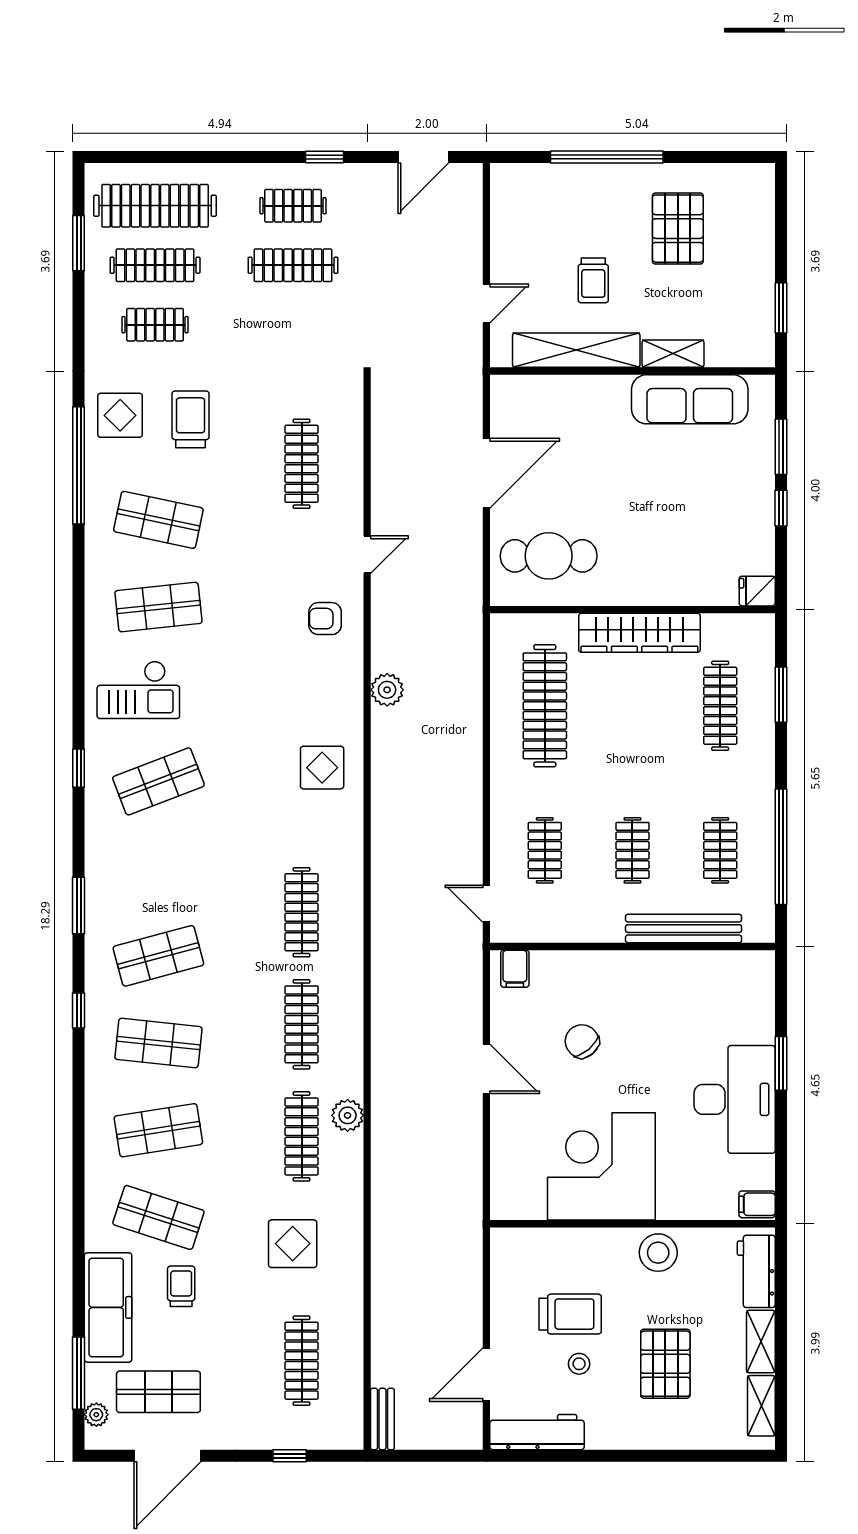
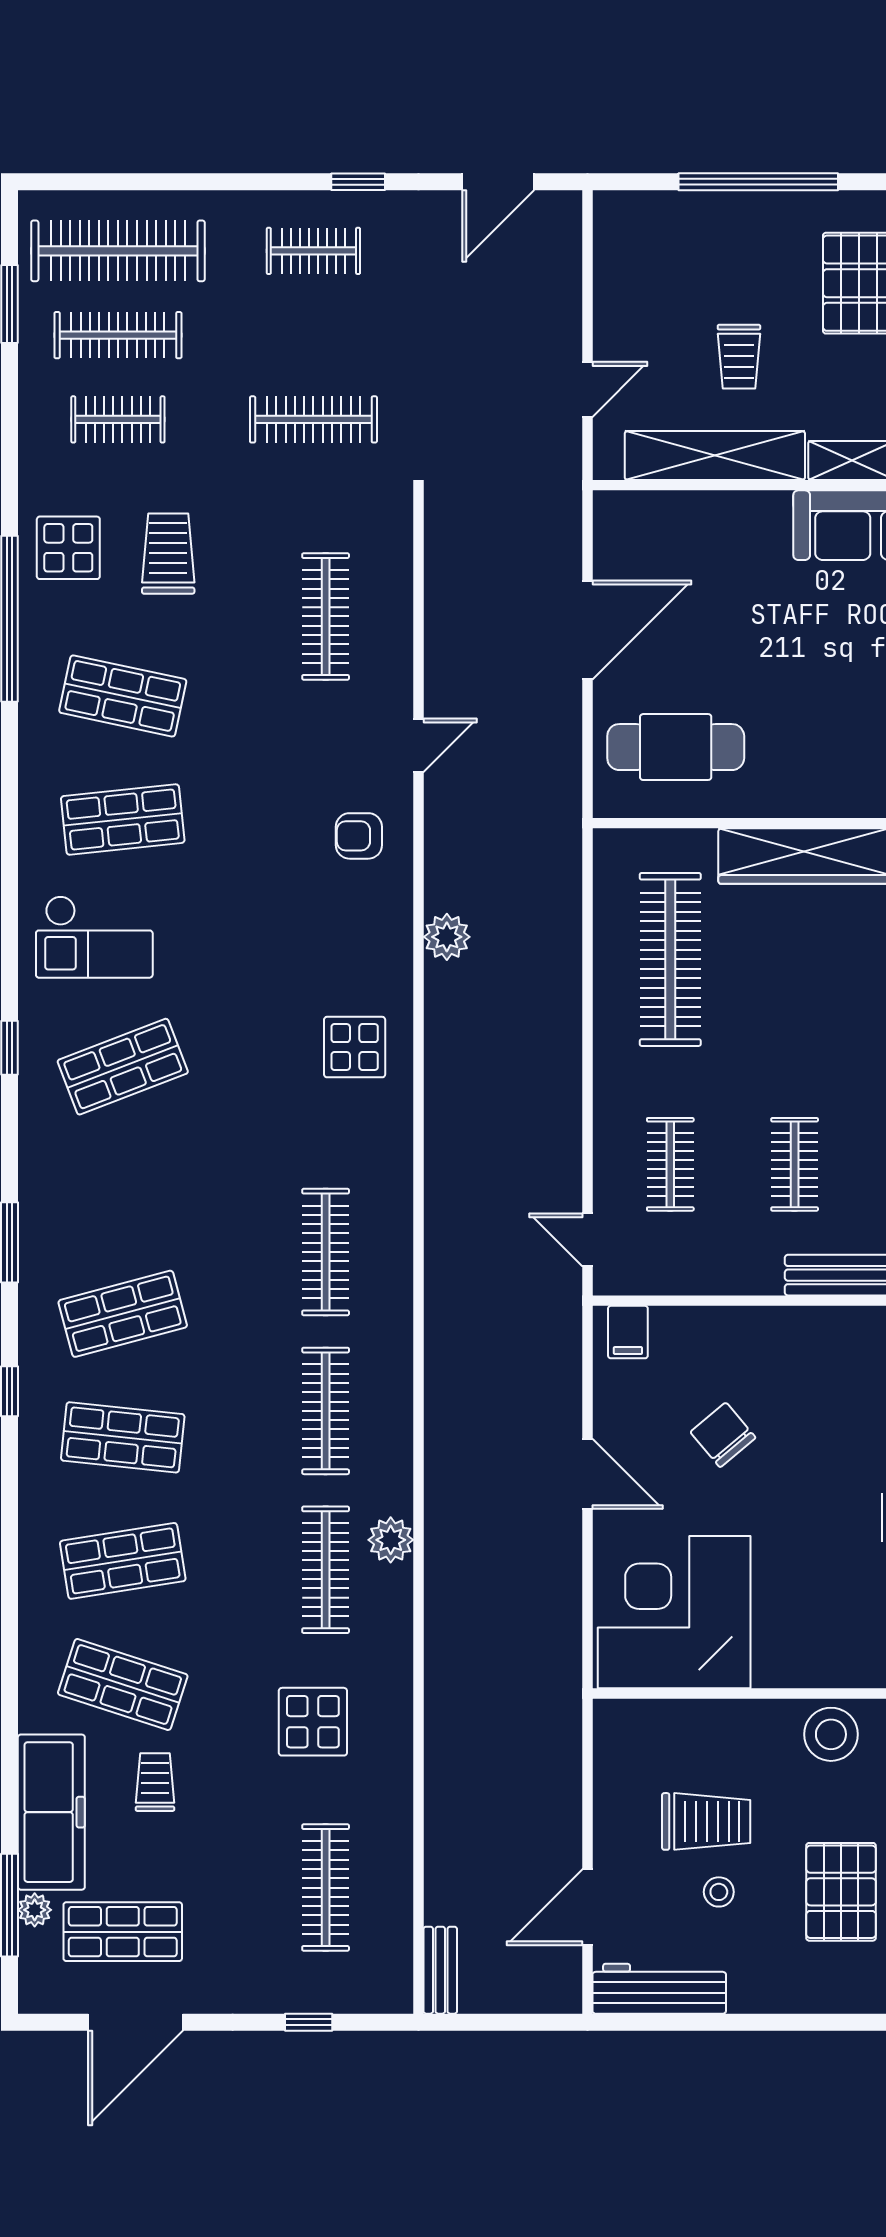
clothes rail: (293, 265) -> (313, 419), moved
corner desk: (601, 1166) -> (674, 1612), moved
plant: (96, 1415) -> (35, 1910), moved

